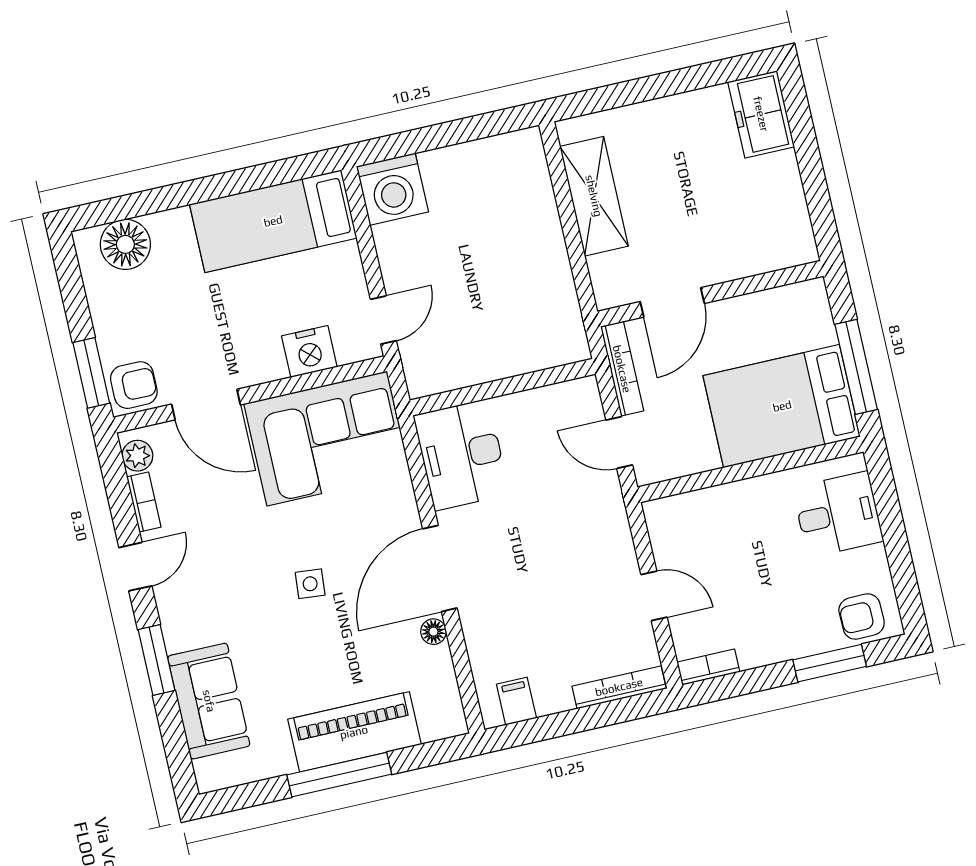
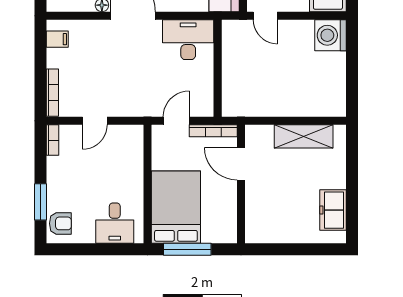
freezer: (761, 114) -> (333, 210), moved, turned -90
armchair: (862, 617) -> (60, 223), turned 91

